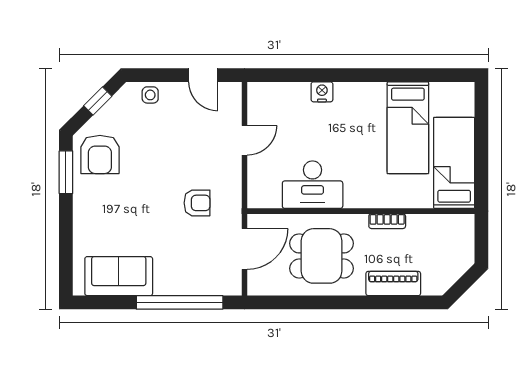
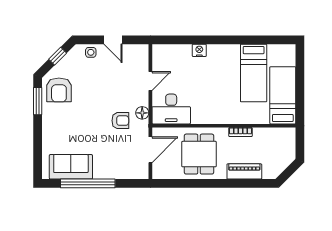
door: (203, 75) -> (113, 40), moved
desk: (313, 185) -> (171, 109), moved
floor lamp: (232, 191) -> (142, 113), added
dining table: (322, 256) -> (199, 154), turned 90
window: (180, 302) -> (88, 183), moved

